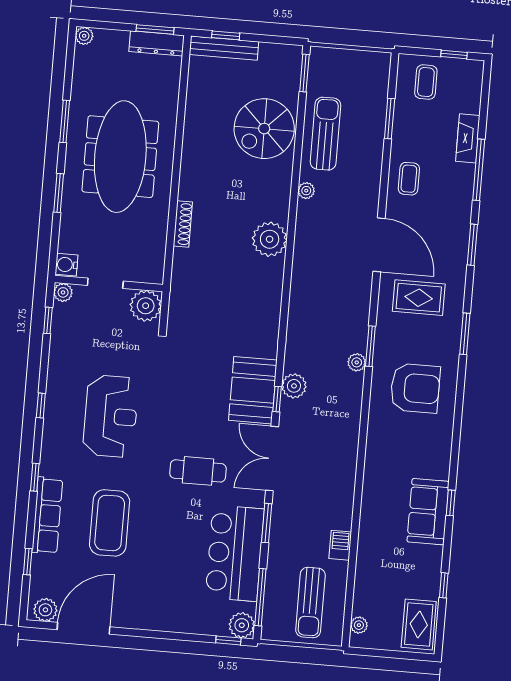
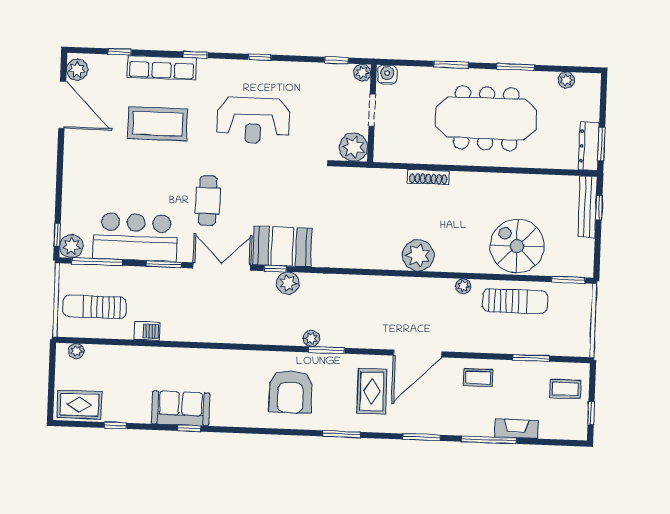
plant: (84, 36) -> (566, 80), moved

